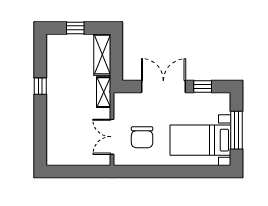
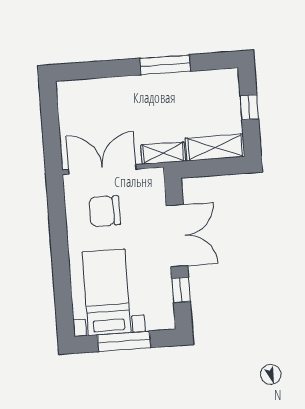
window: (40, 86) -> (165, 65), width x2.17
double door: (112, 137) -> (102, 169), width x1.37

